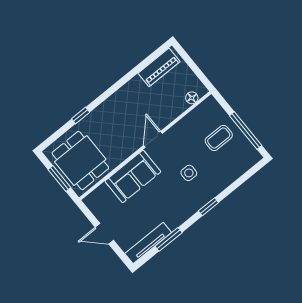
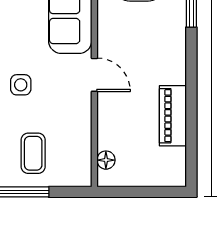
piano: (159, 67) -> (173, 116), moved

